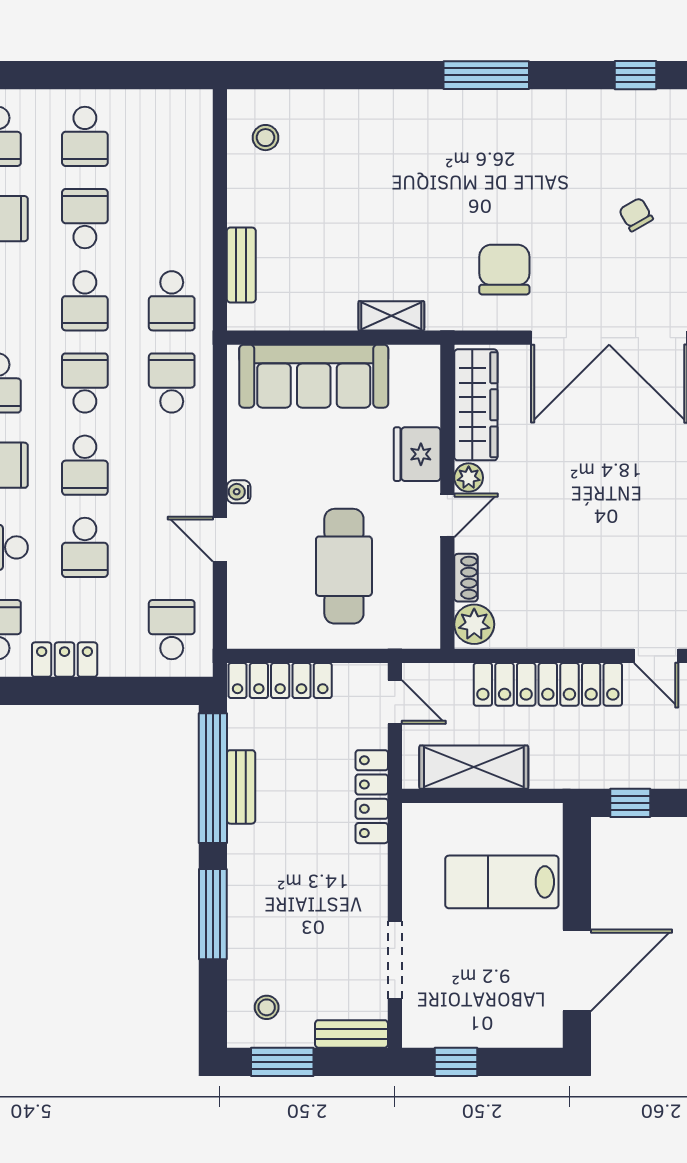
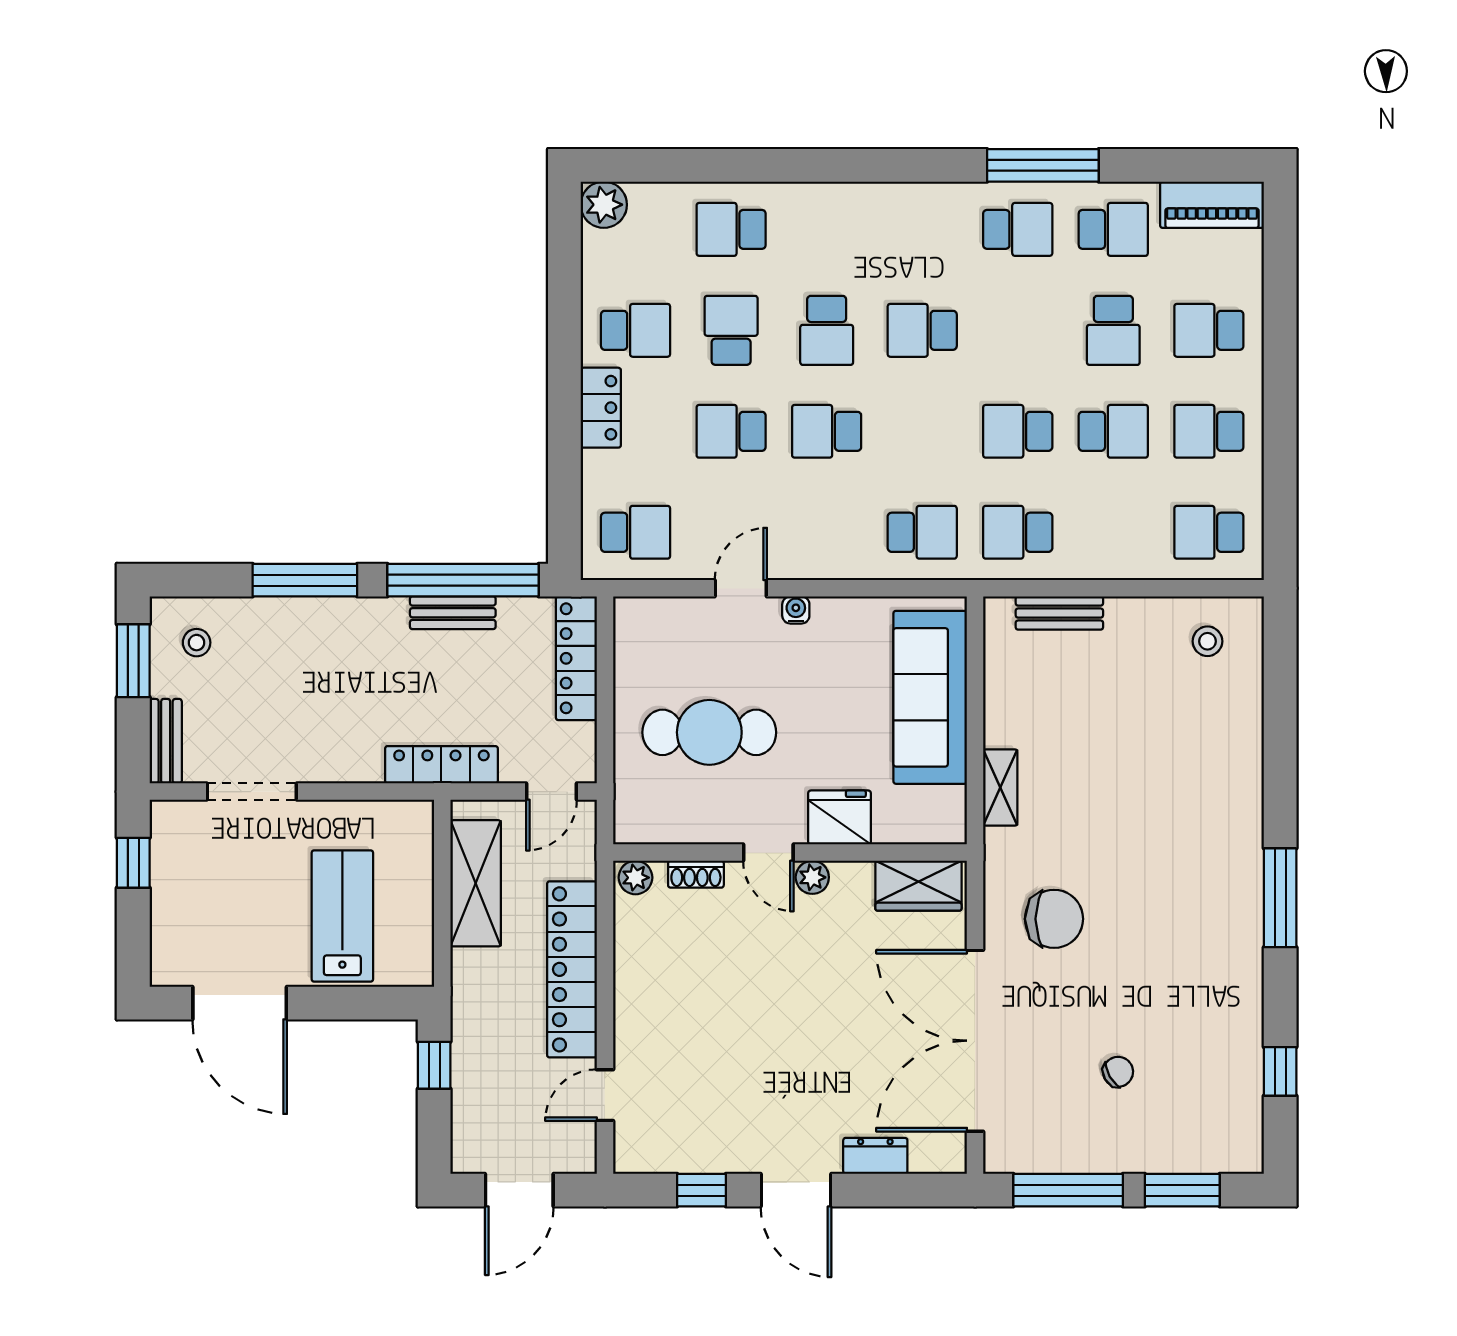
school desk: (85, 383) -> (1209, 532), moved, turned 180
wardrobe: (476, 405) -> (918, 886), width x0.67
plant: (474, 624) -> (635, 878), width x0.73, depth x0.73

